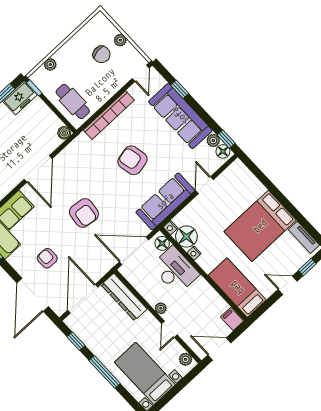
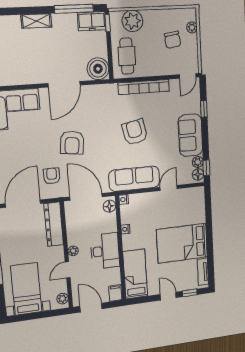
plant: (120, 40) -> (192, 27), moved
plant: (50, 65) -> (132, 21), width x1.87, depth x1.87
sofa: (180, 116) -> (190, 135), width x0.73
boiler: (64, 133) -> (98, 69), width x1.86, depth x1.86
floor lamp: (186, 237) -> (129, 214), removed
armchair: (47, 258) -> (52, 176), moved
desk: (175, 270) -> (105, 251), moved

